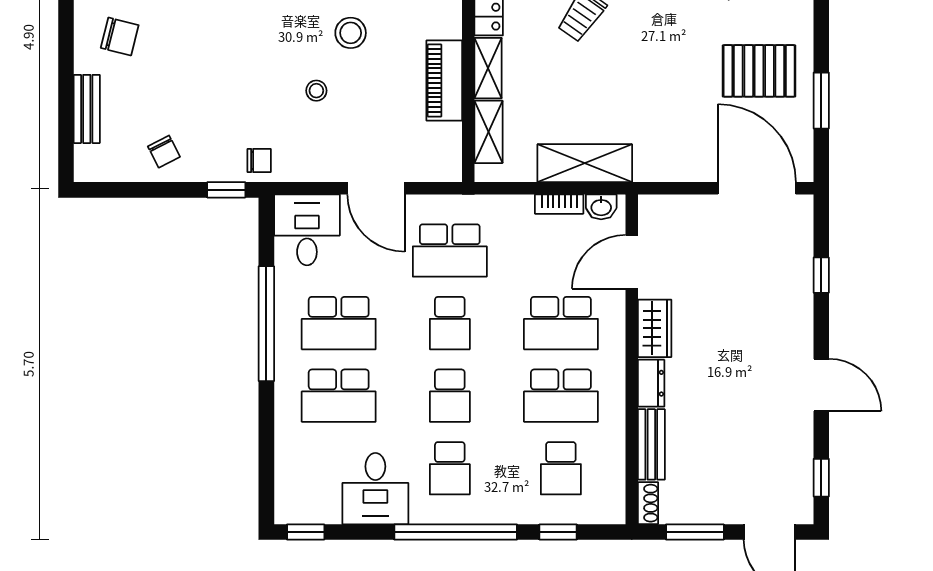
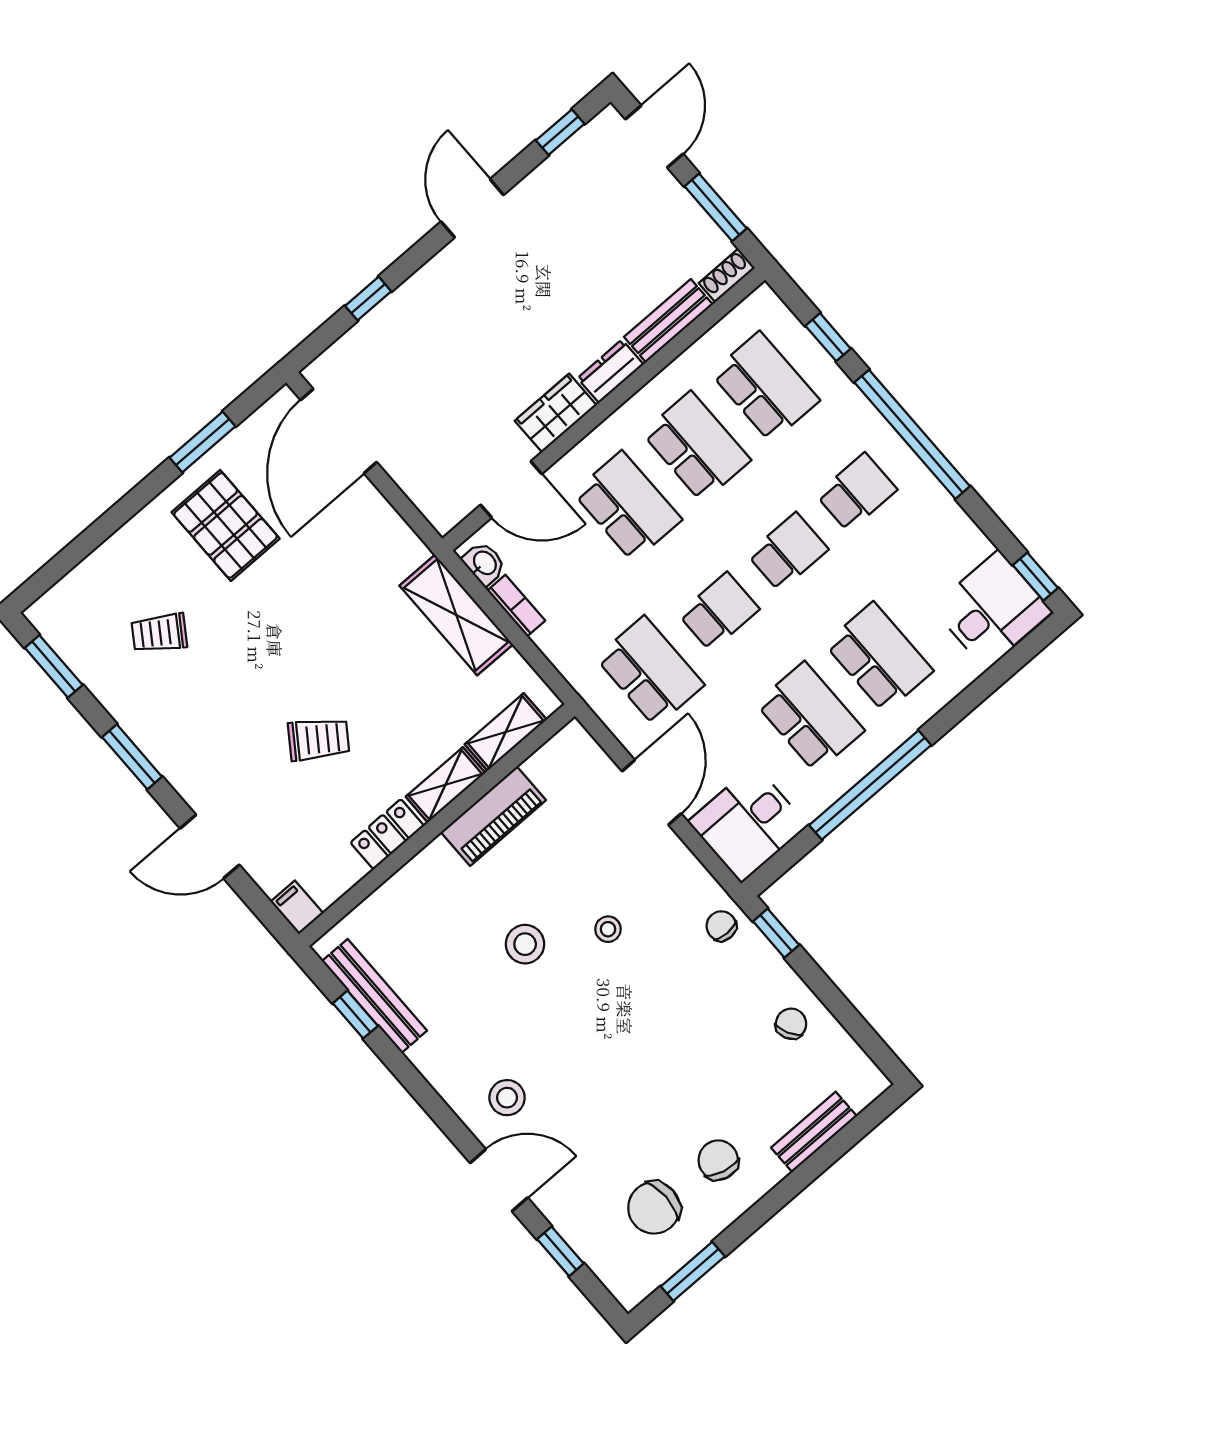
school desk: (561, 468) -> (765, 387), width x1.85
desk: (375, 489) -> (992, 610), moved

